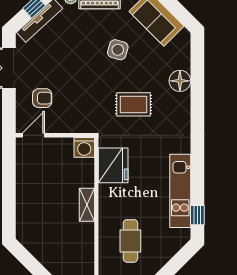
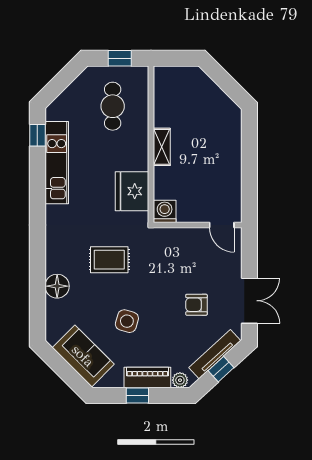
armchair: (42, 98) -> (196, 305), moved
door: (33, 135) -> (222, 225), hinge flipped

